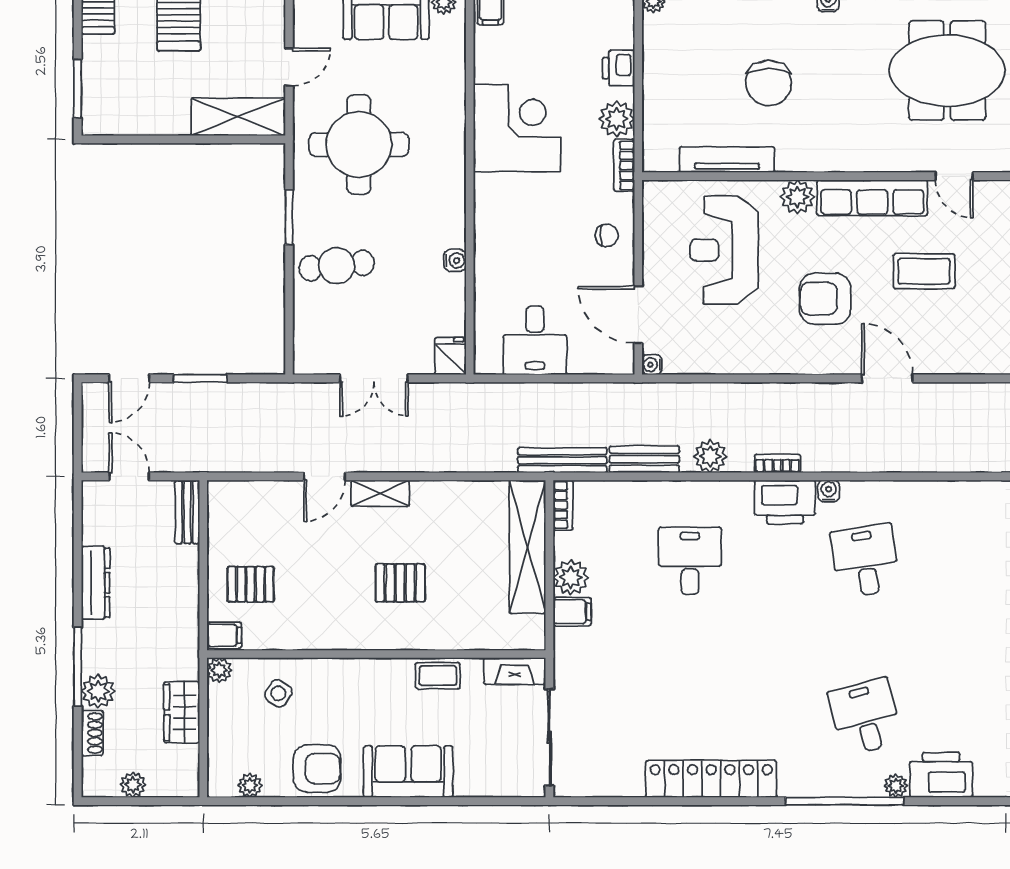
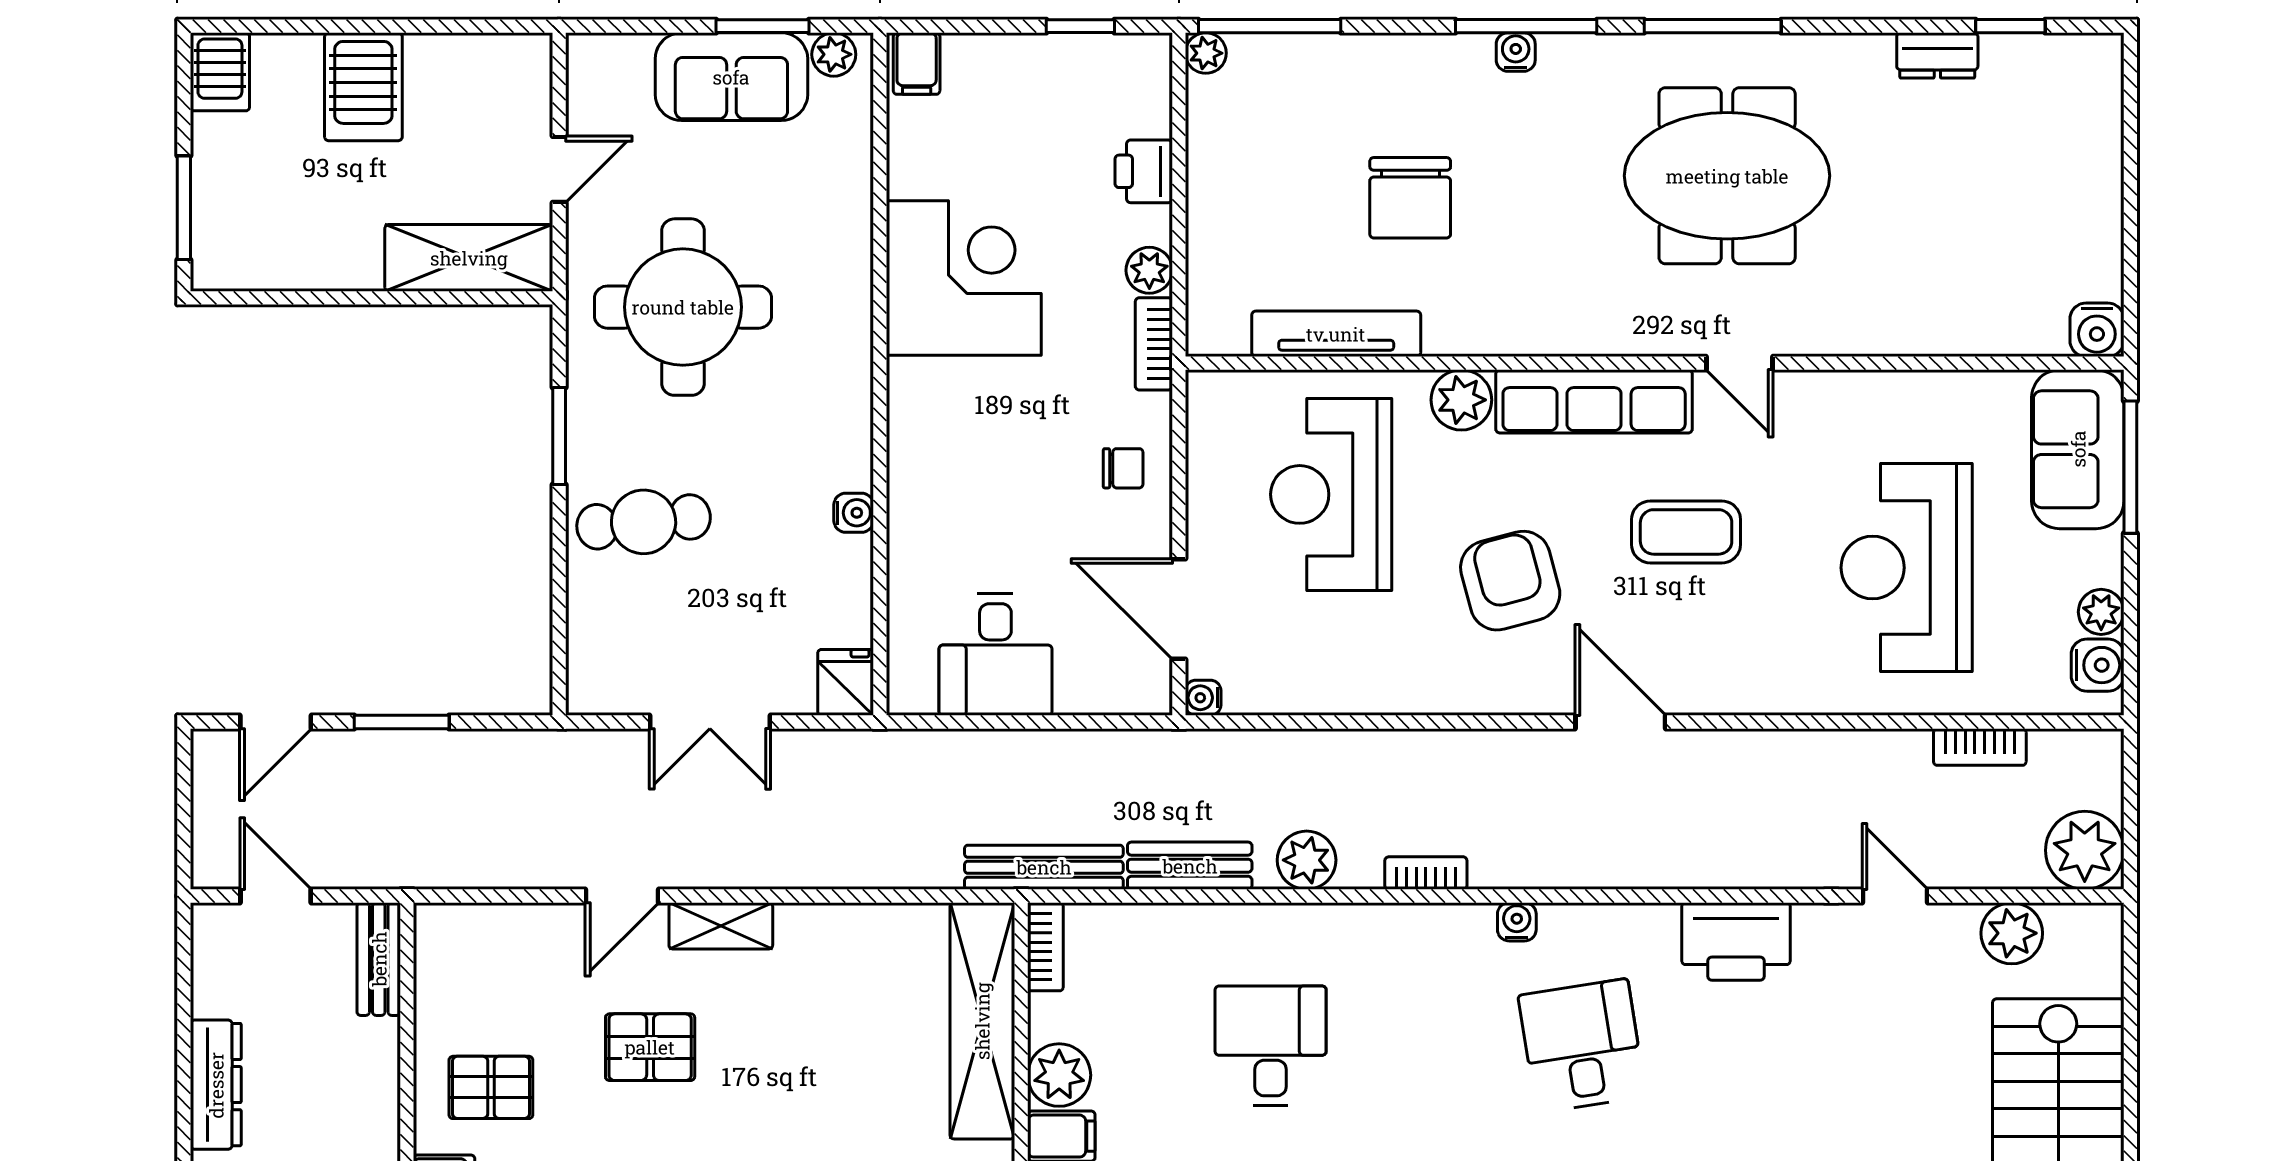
plant: (617, 119) -> (1149, 270), width x0.73, depth x0.73
armchair: (825, 299) -> (1510, 581), turned 75
printer: (785, 502) -> (1736, 941), moved
pallet: (400, 583) -> (650, 1047), moved

